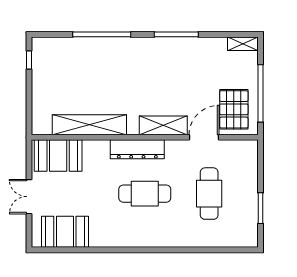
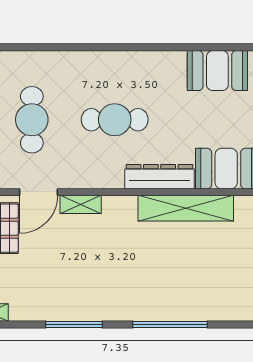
shelving: (163, 125) -> (81, 204), width x0.67, depth x0.75
dresser: (137, 149) -> (159, 177), moved

